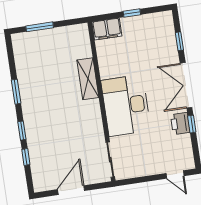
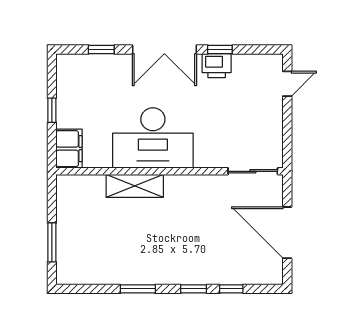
desk: (126, 105) -> (153, 138), moved
door: (71, 190) -> (287, 233), width x1.36

